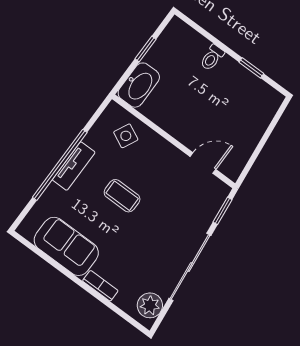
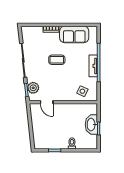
washbasin: (139, 85) -> (91, 125), moved
door: (203, 163) -> (47, 102), hinge flipped
coffee table: (122, 196) -> (57, 60), moved
plant: (150, 305) -> (33, 88), moved

